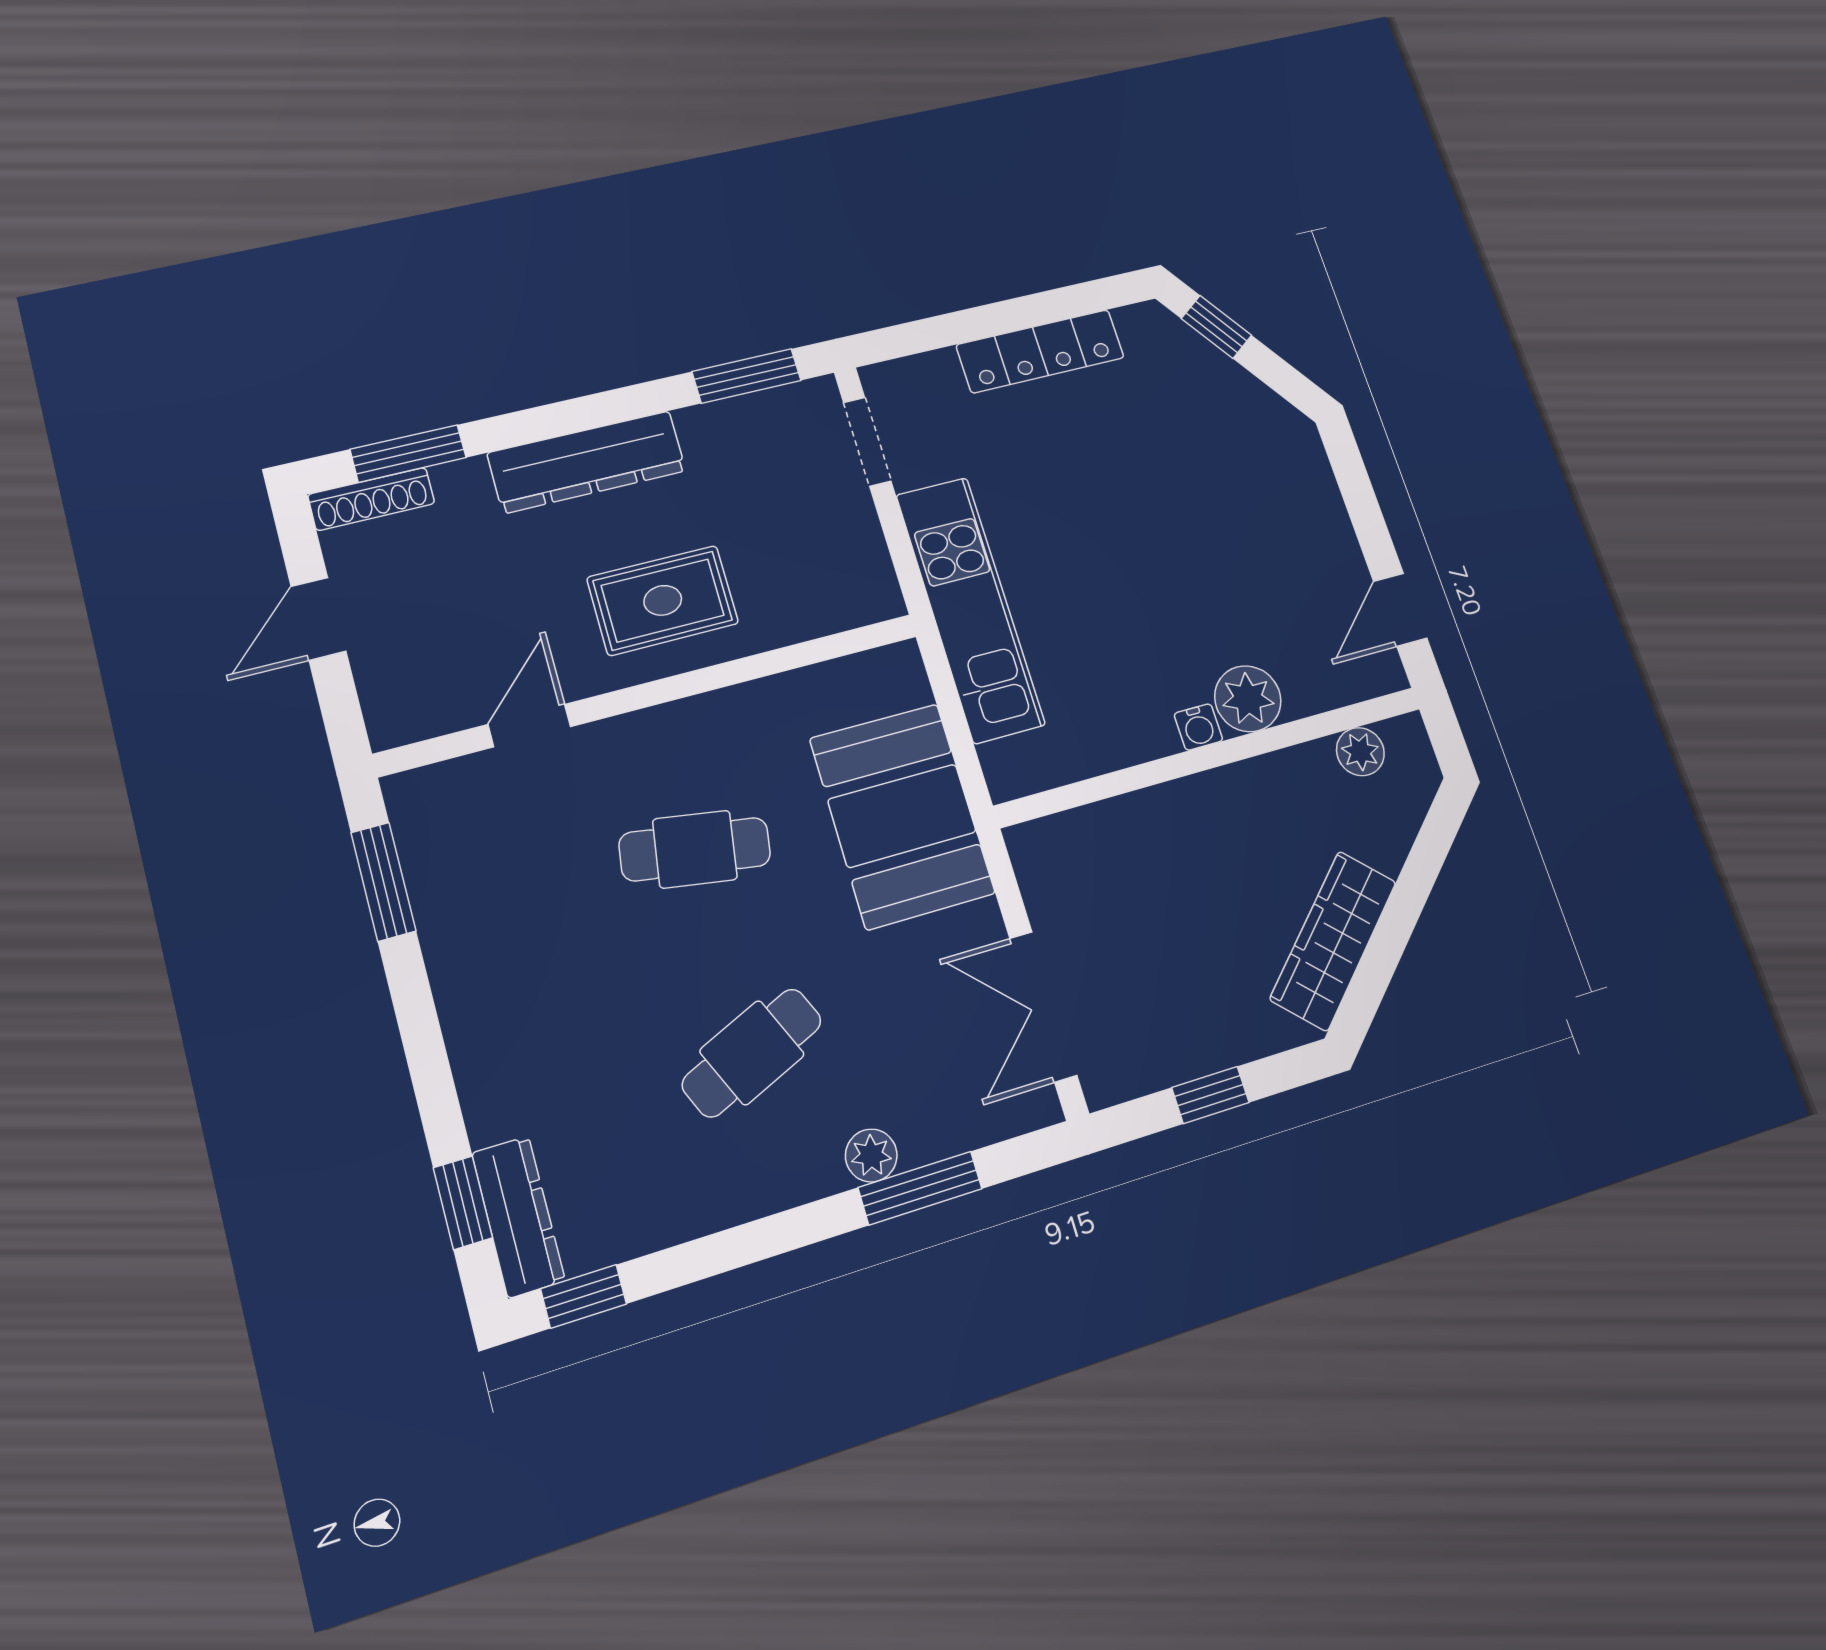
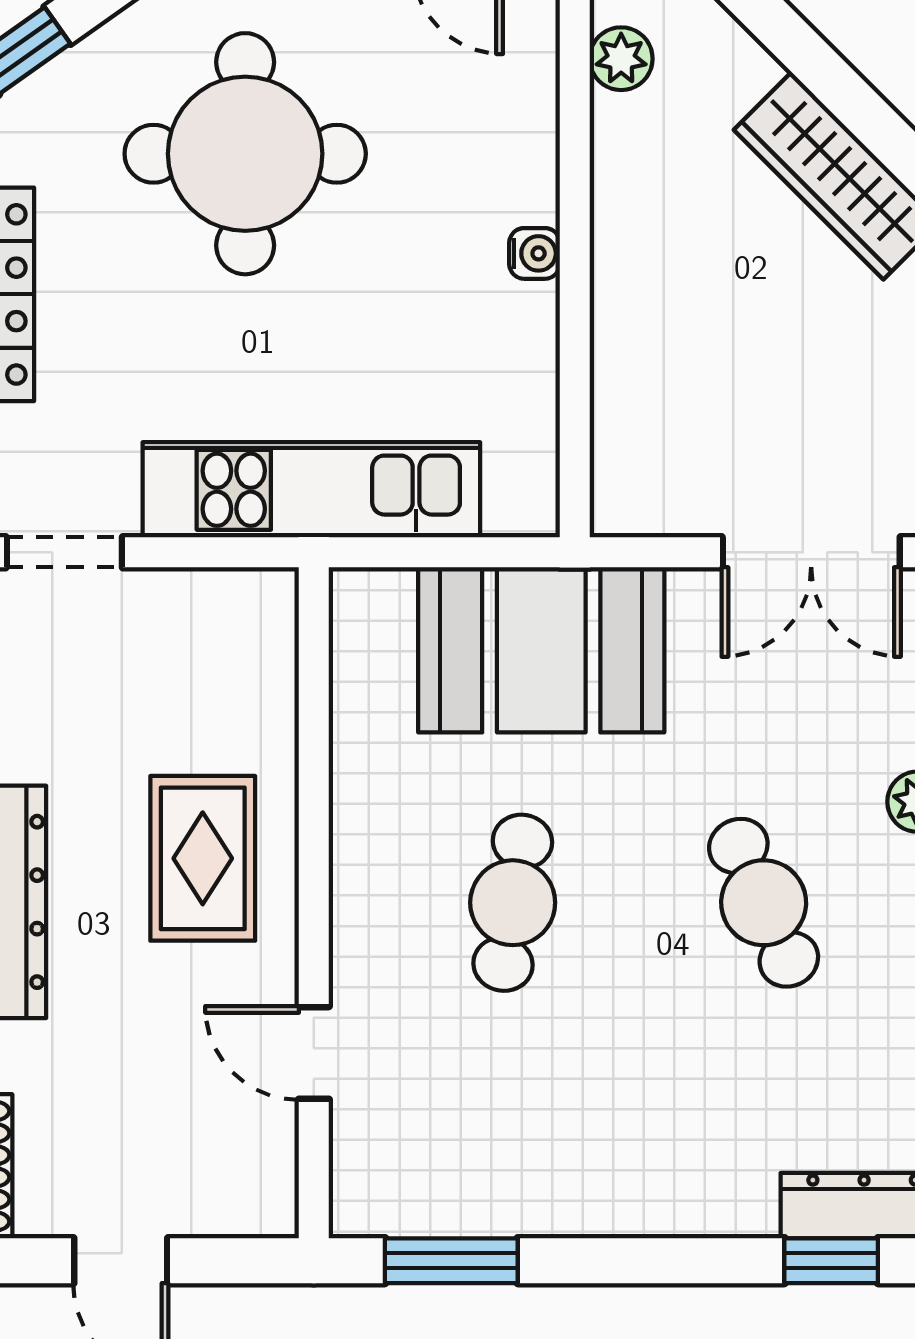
round table: (1198, 498) -> (245, 154), added
plant: (1248, 699) -> (517, 179), removed

